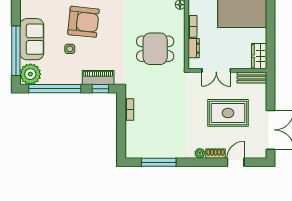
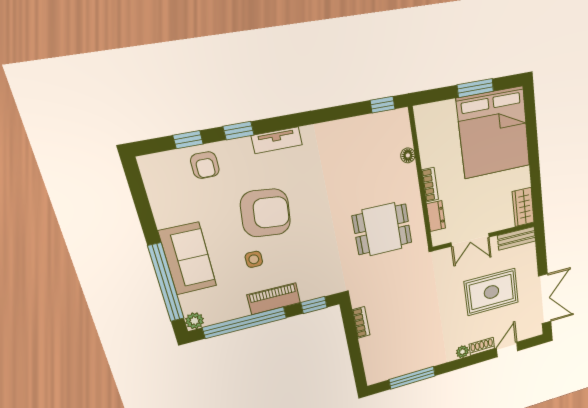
plant: (30, 74) -> (195, 321), width x0.53, depth x0.53
piano: (98, 78) -> (274, 299), moved

